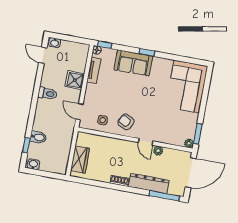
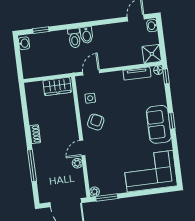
sofa: (133, 63) -> (159, 124), moved
shower: (75, 80) -> (152, 54), moved
toilet: (48, 94) -> (74, 38), moved
bidet: (38, 137) -> (87, 35), moved
wardrobe: (80, 160) -> (57, 86), moved
dresser: (149, 183) -> (42, 164), removed
window: (164, 196) -> (32, 165), moved

